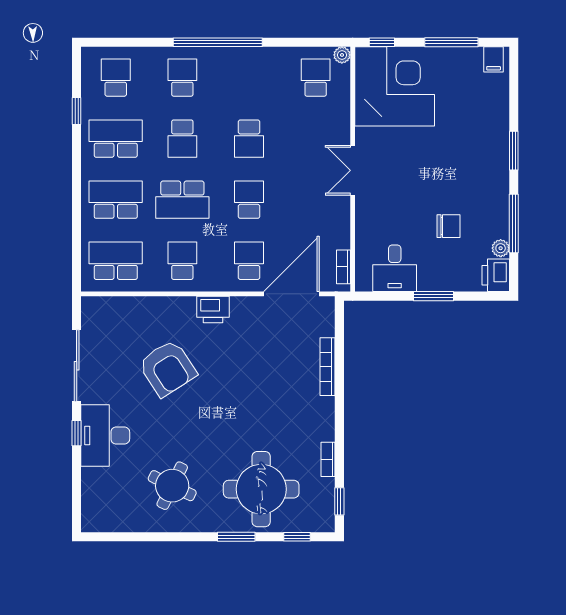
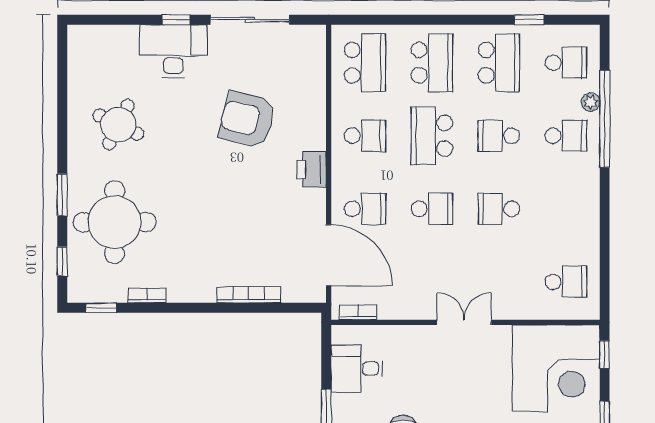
window: (218, 42) -> (605, 119), moved
plant: (342, 55) -> (591, 102), moved
armchair: (168, 368) -> (247, 119), turned 47

